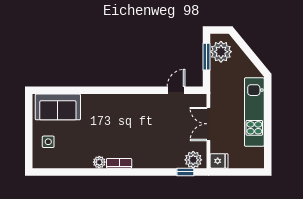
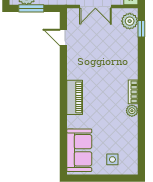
piano: (113, 102) -> (75, 97), added

